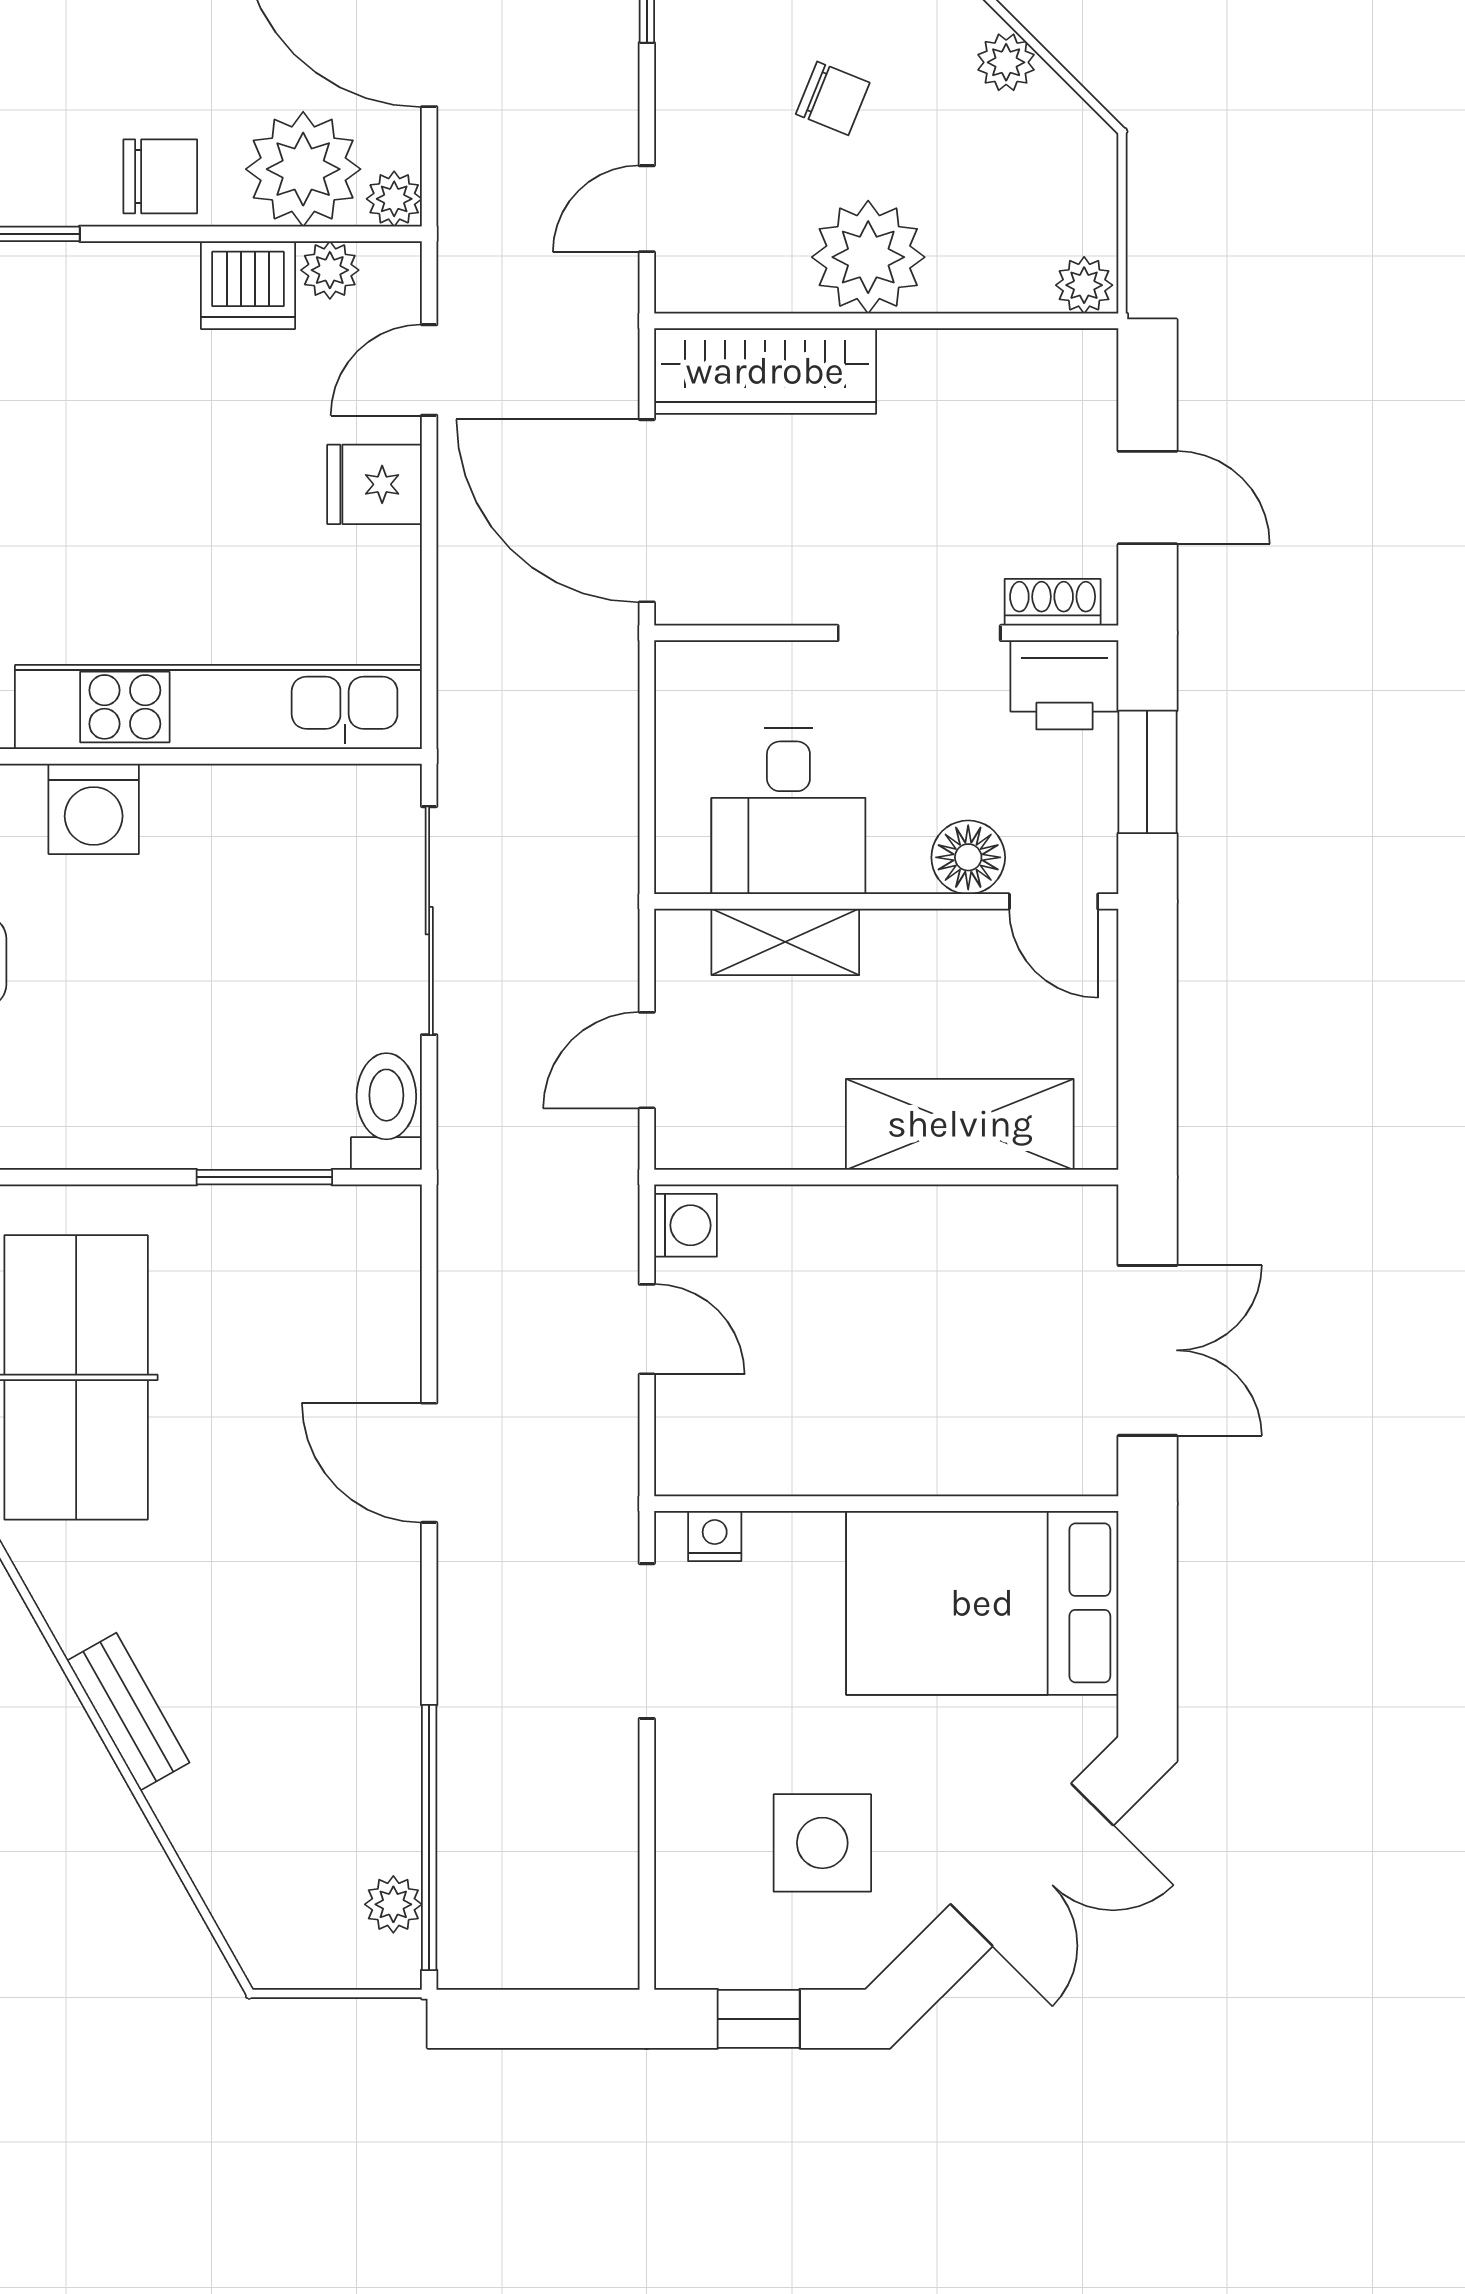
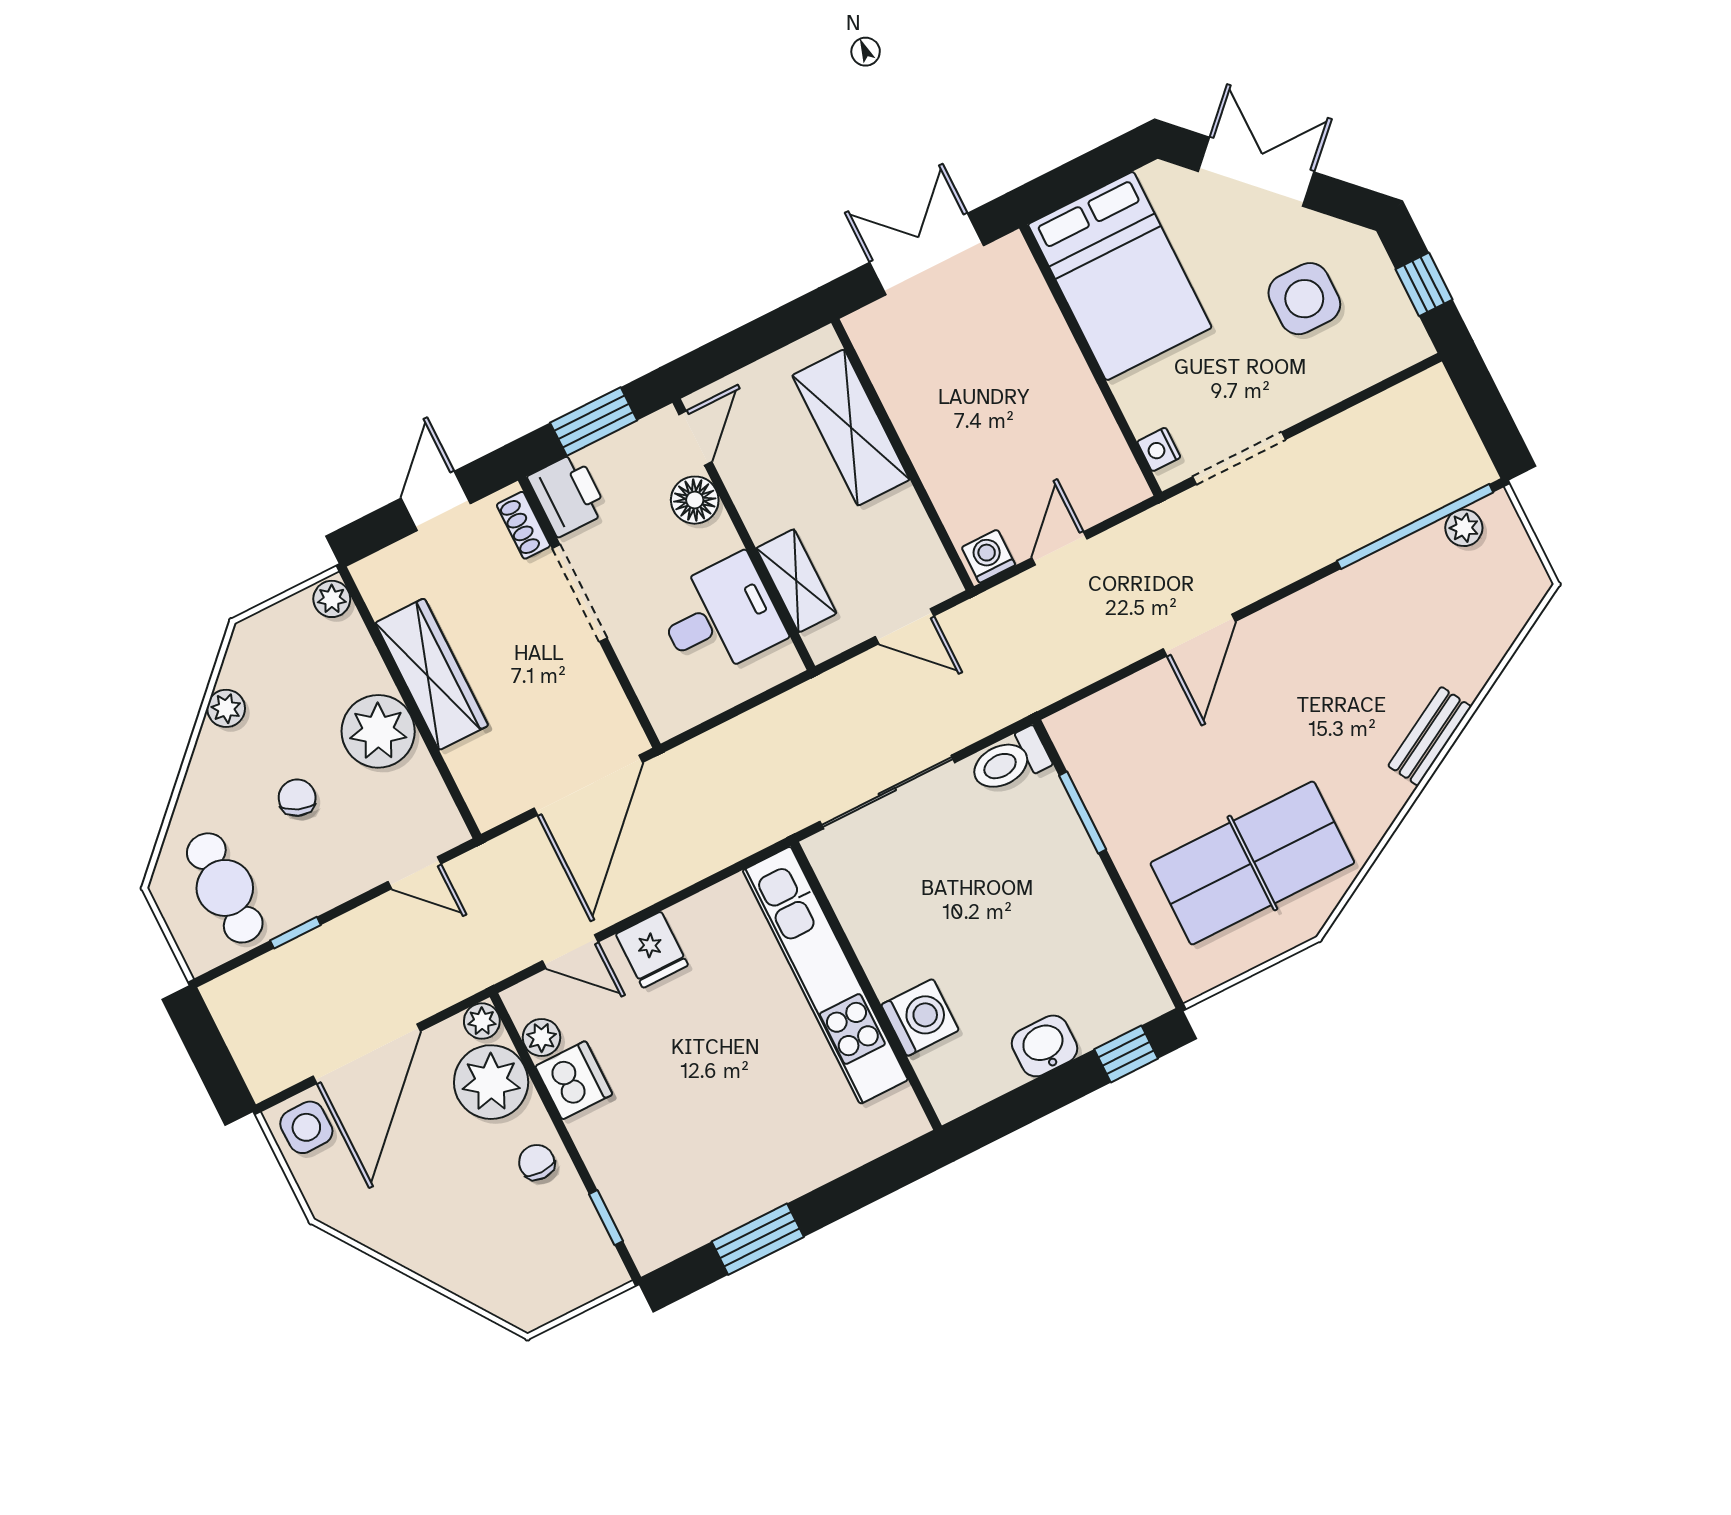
chair: (160, 176) -> (537, 1162), width x0.73, depth x0.73
wardrobe: (765, 371) -> (432, 674), moved

